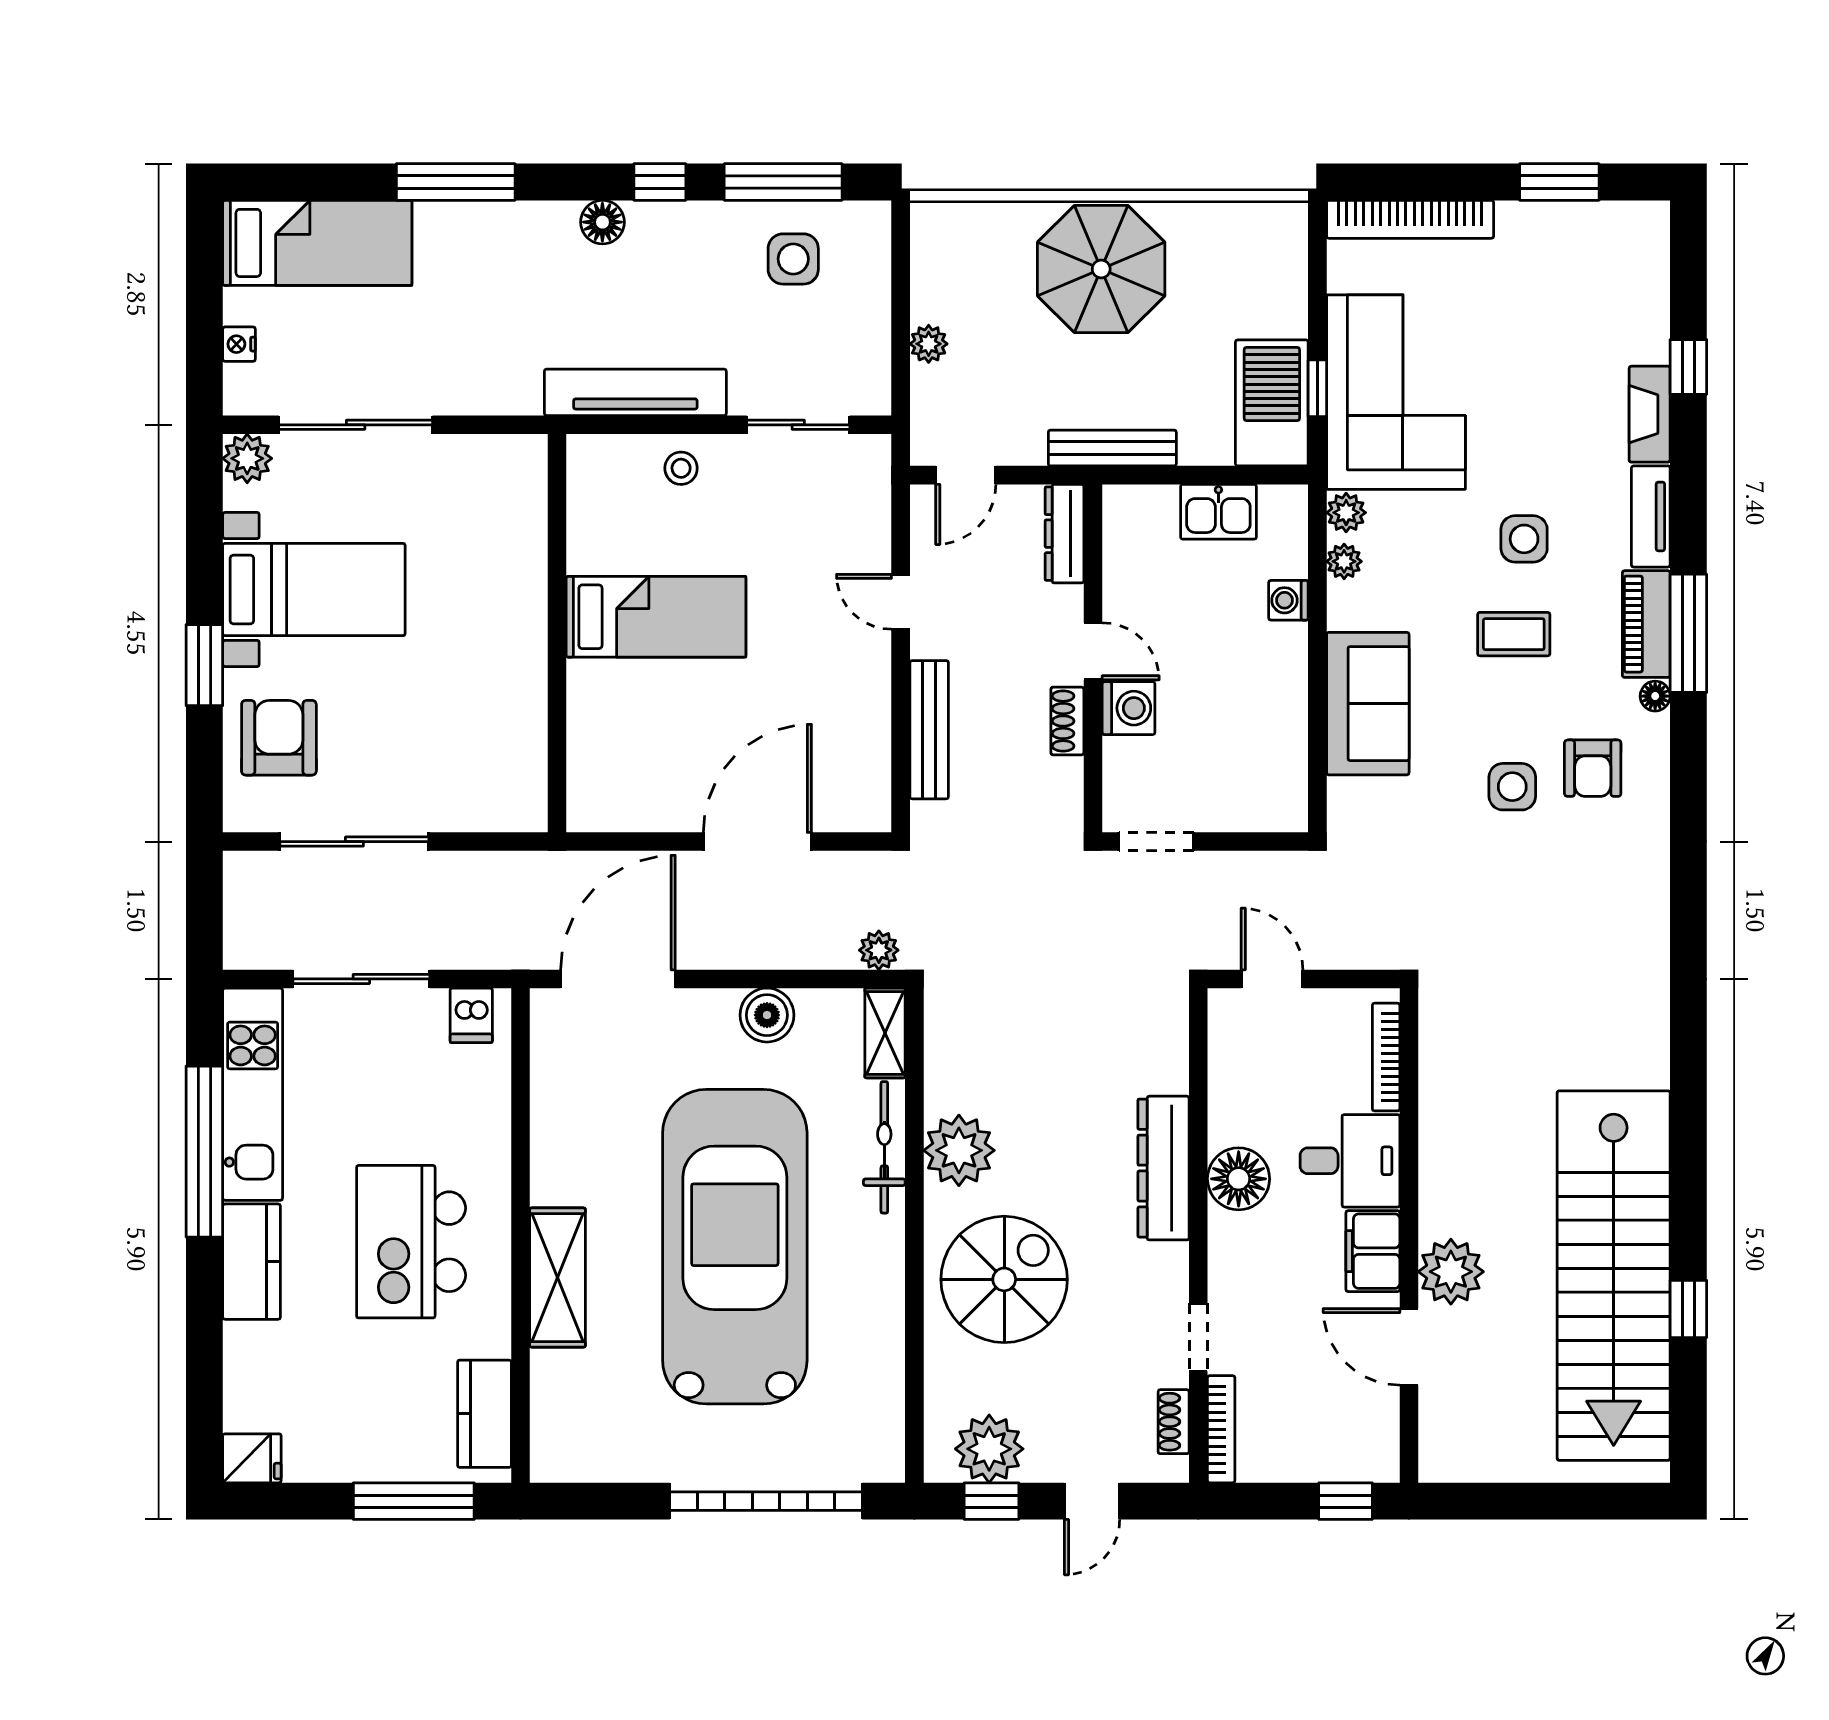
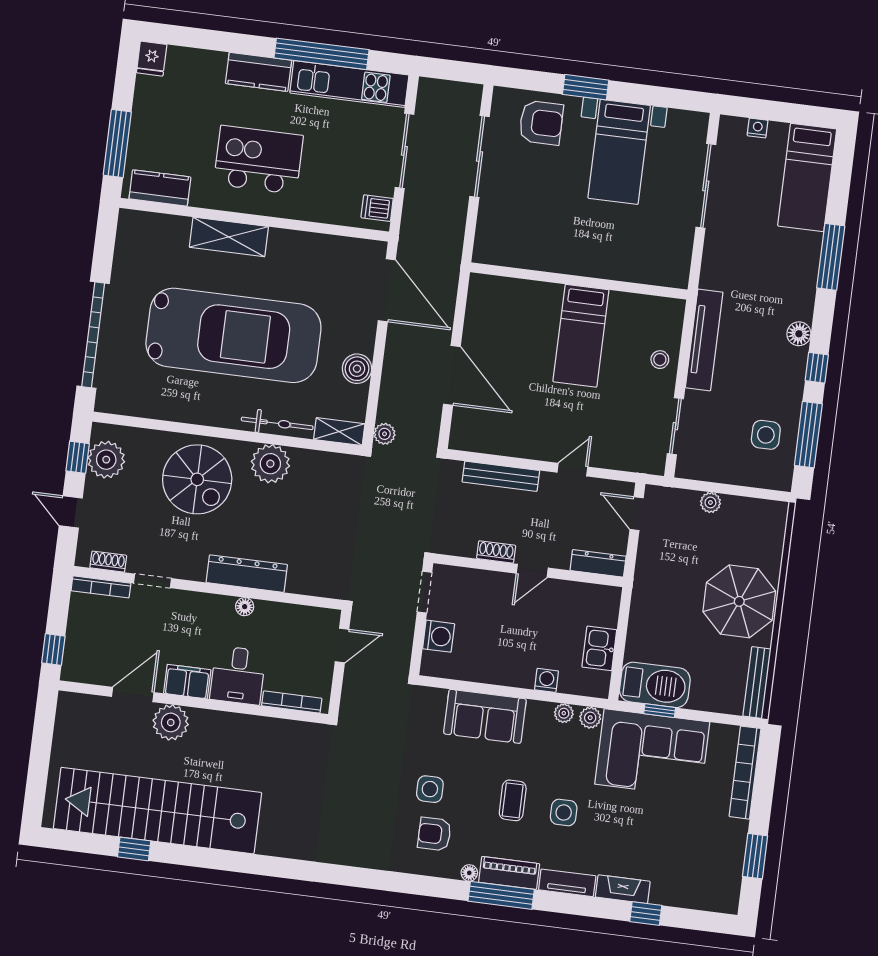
bench: (1112, 448) -> (757, 683), moved
plant: (247, 458) -> (695, 125), removed
washing machine: (1129, 708) -> (439, 636), moved, turned -90
floor lamp: (1239, 1179) -> (245, 607), width x0.53, depth x0.53

